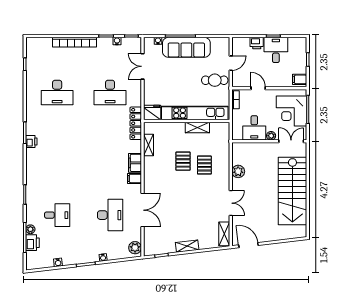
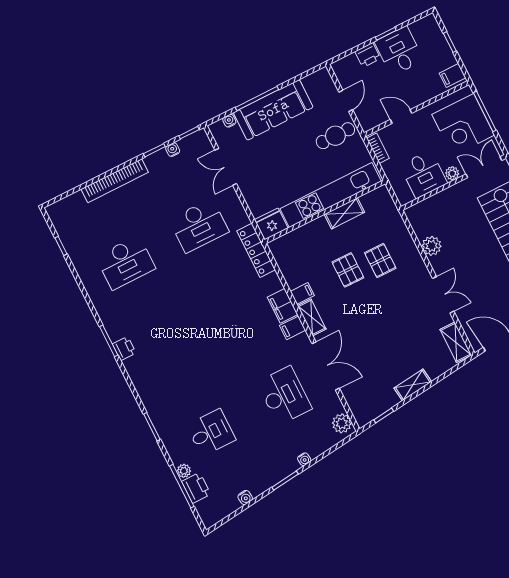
shelving: (148, 145) -> (312, 317), moved
filing cabinet: (150, 161) -> (302, 293), added

